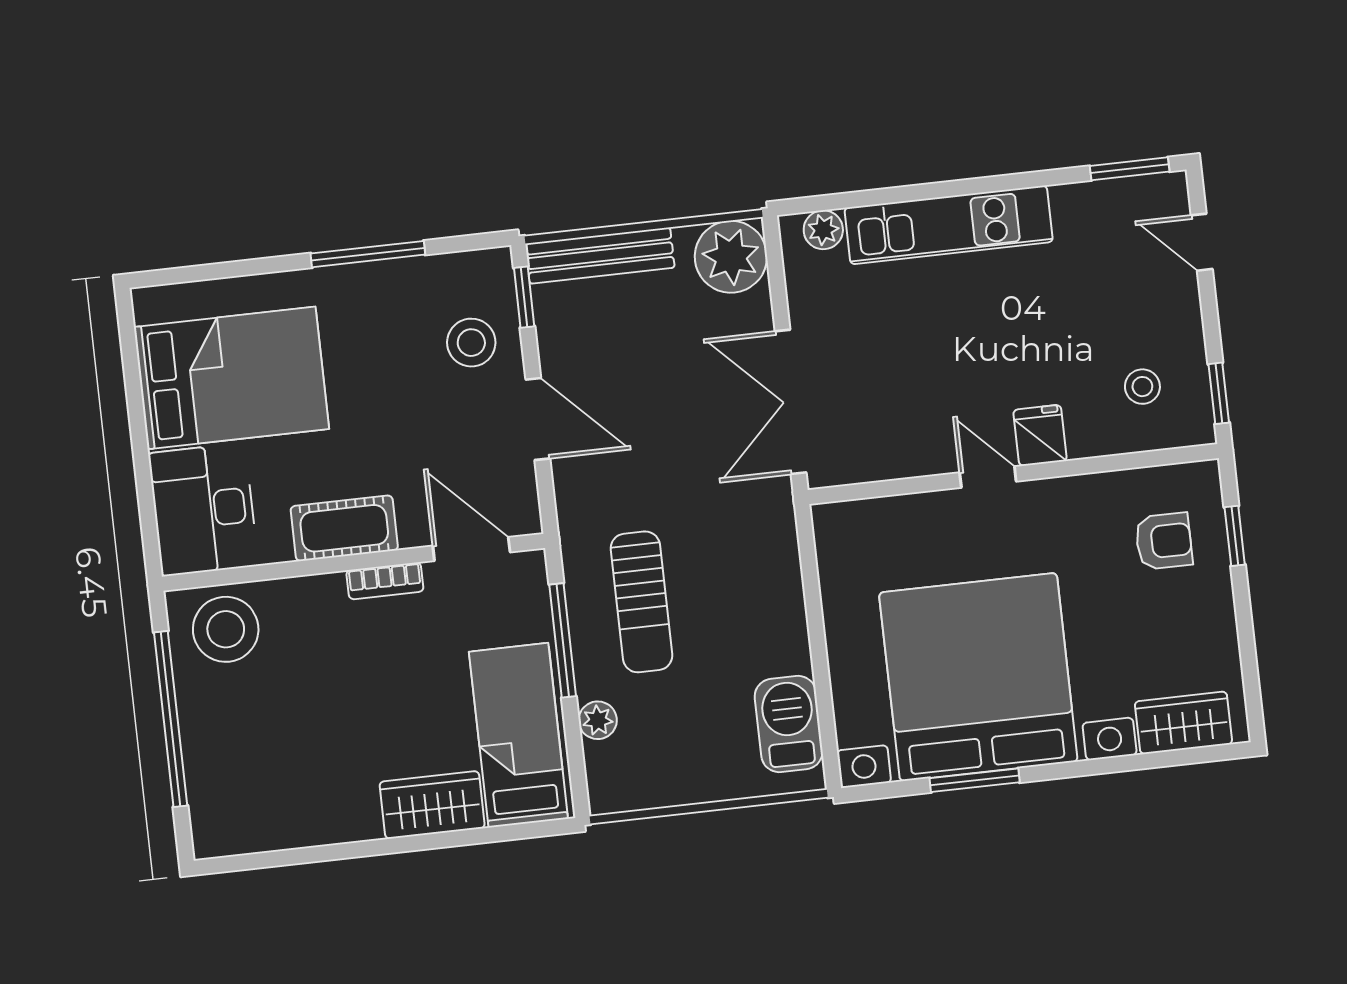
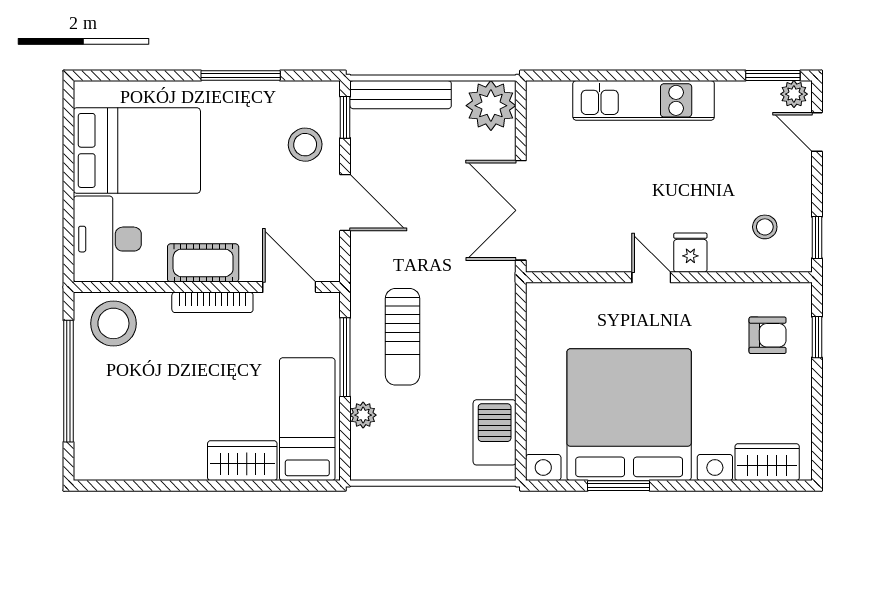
plant: (823, 230) -> (794, 94), moved
bookcase: (385, 581) -> (212, 302), width x1.56

